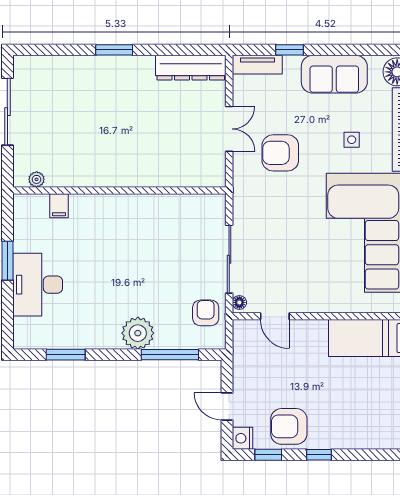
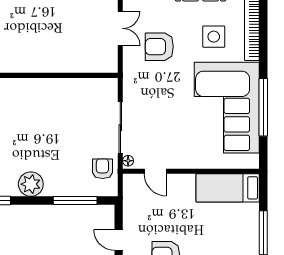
side table: (352, 140) -> (214, 37), width x1.87, depth x1.87
plant: (138, 333) -> (31, 184), moved

